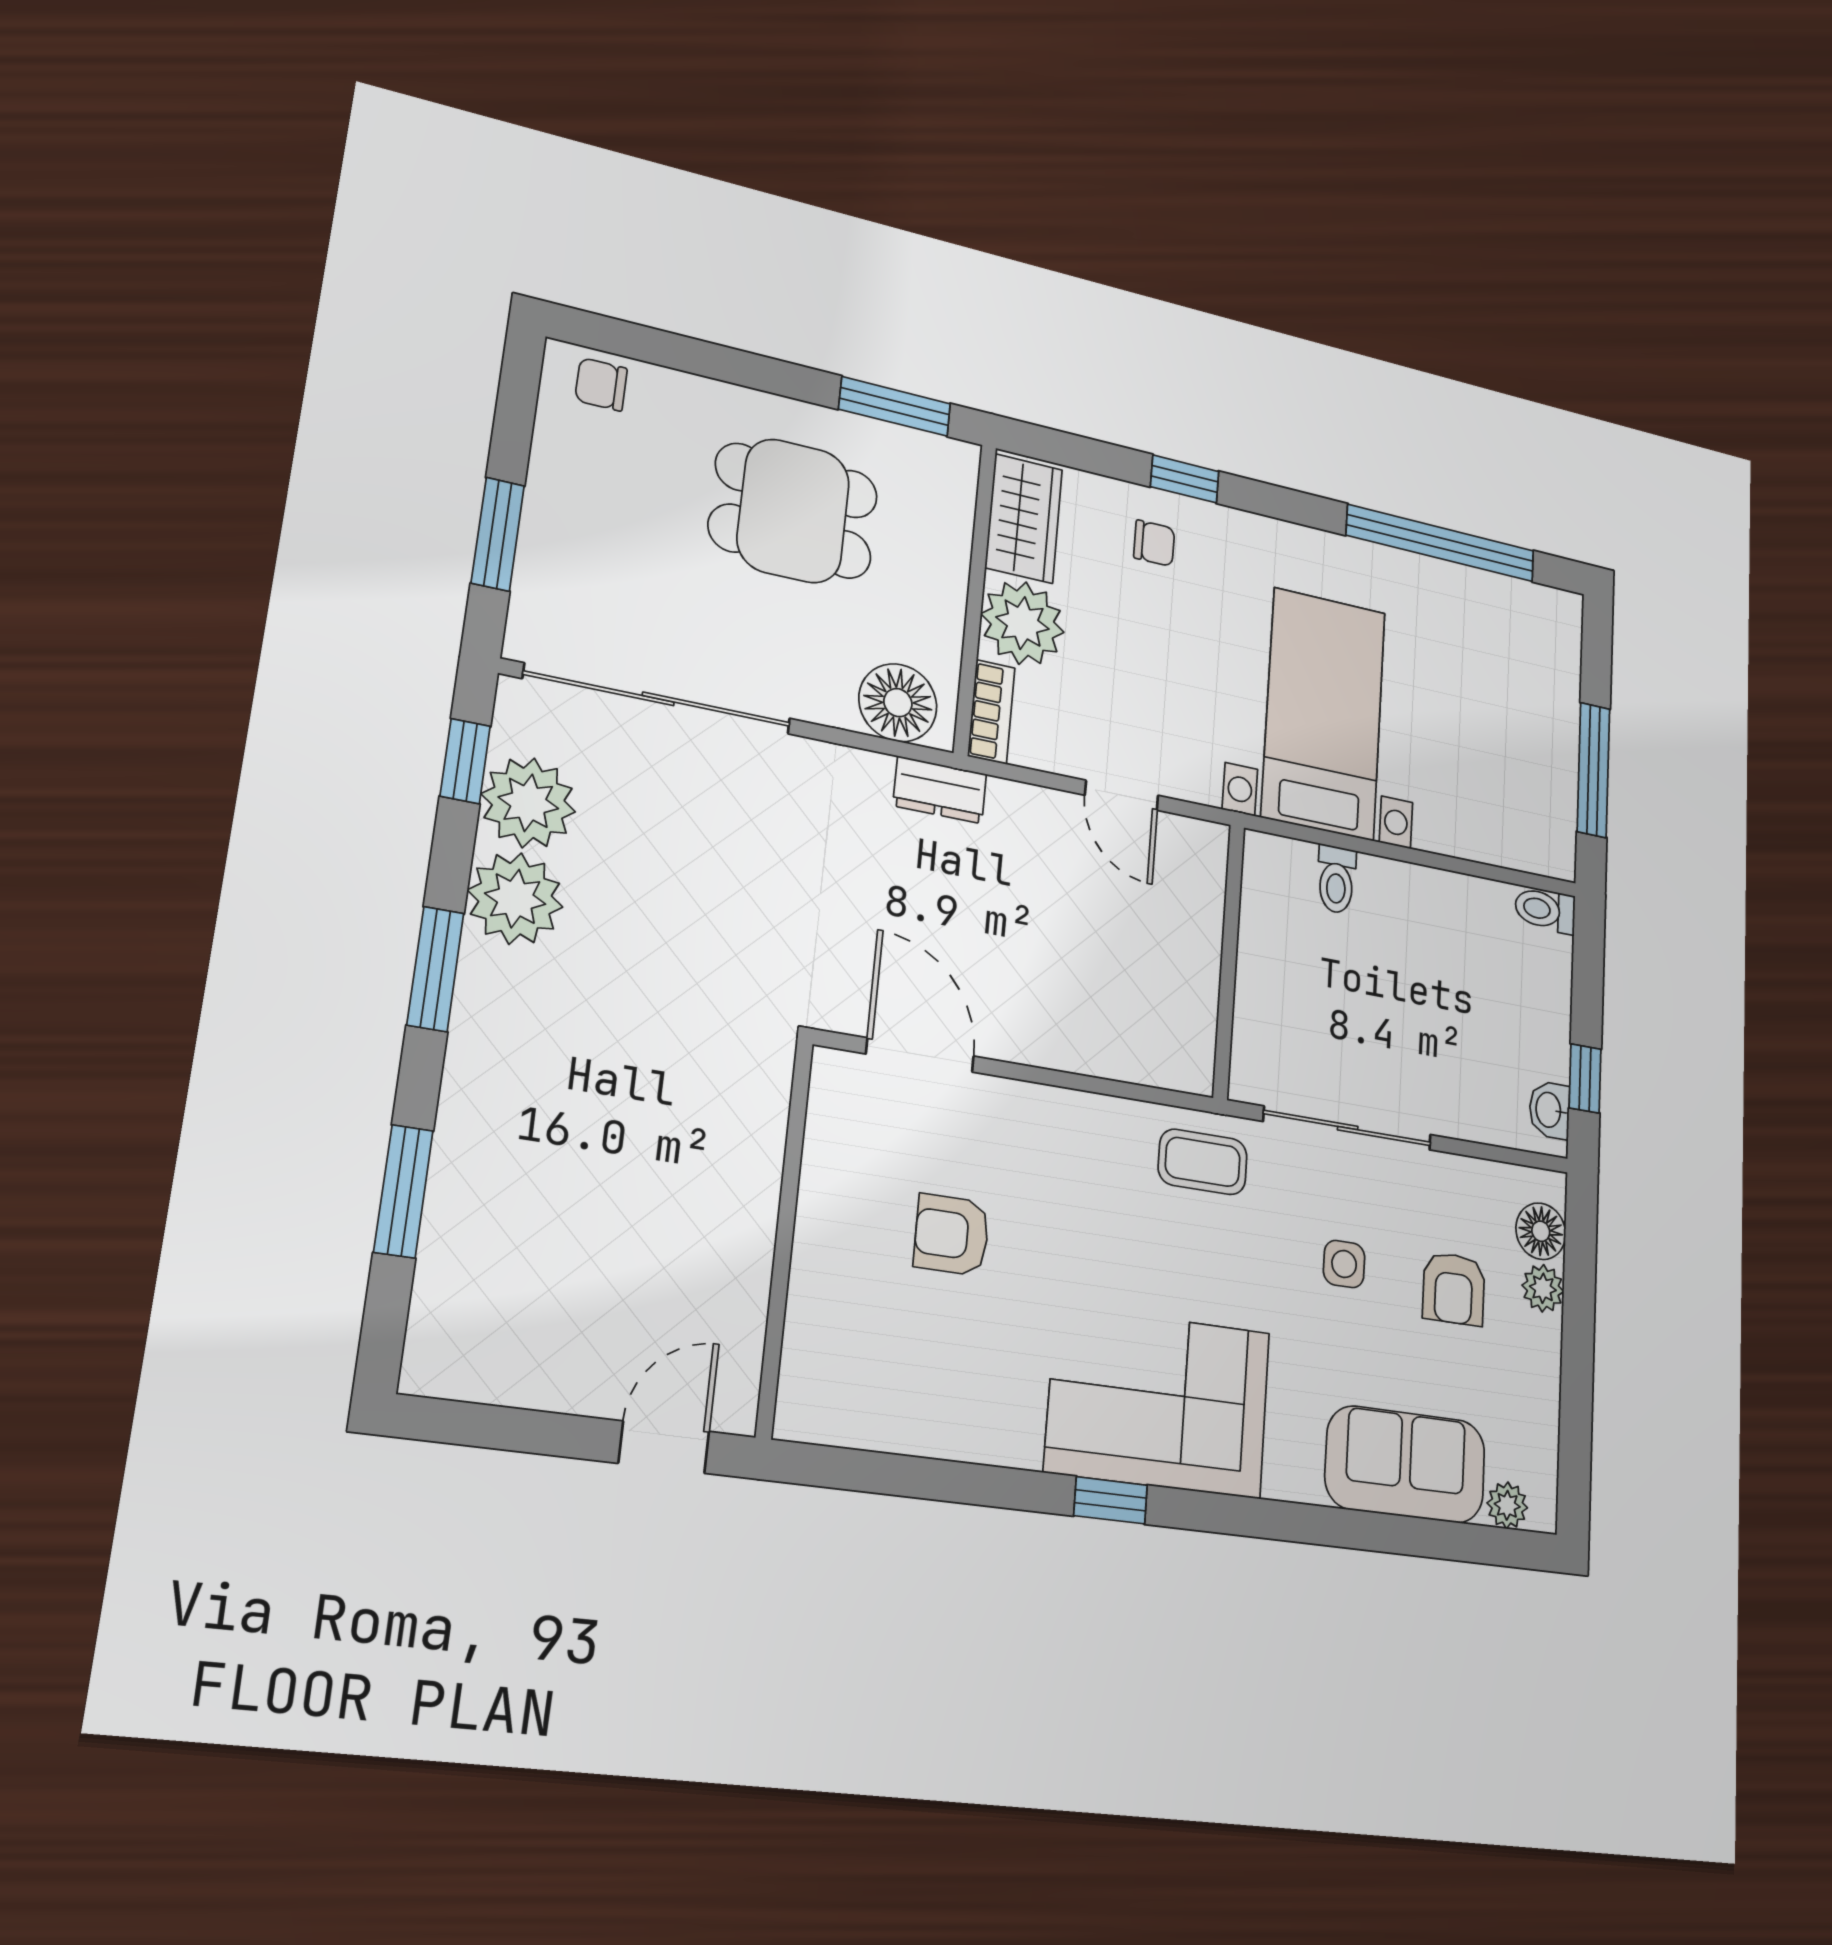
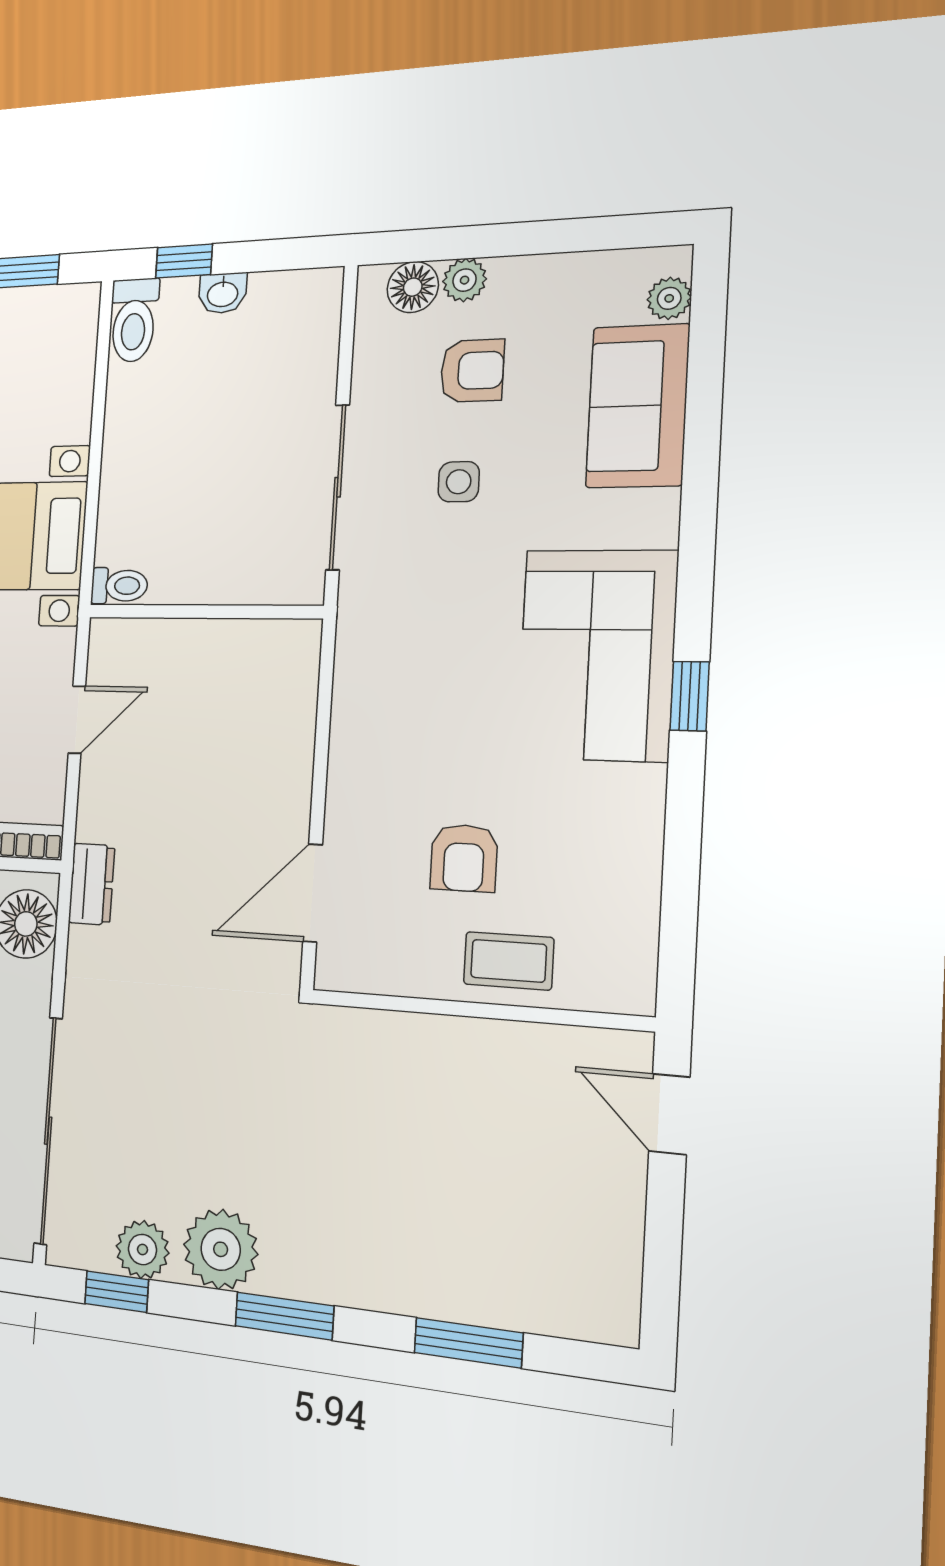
plant: (528, 803) -> (142, 1249), width x0.73, depth x0.73
toilet: (1336, 879) -> (119, 586), moved
toilet: (1545, 910) -> (134, 320), width x1.37, depth x1.39
window: (1585, 1078) -> (184, 261), moved
washbasin: (1549, 1110) -> (223, 293), moved
coffee table: (1203, 1162) -> (509, 961), moved, turned 90

